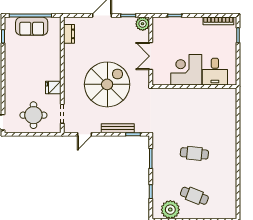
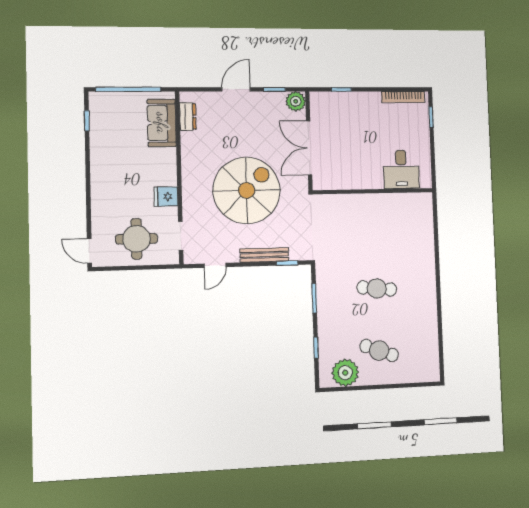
sofa: (32, 26) -> (162, 123), moved, turned 90
double door: (151, 56) -> (309, 148), width x1.37
corner desk: (186, 70) -> (361, 167), removed

